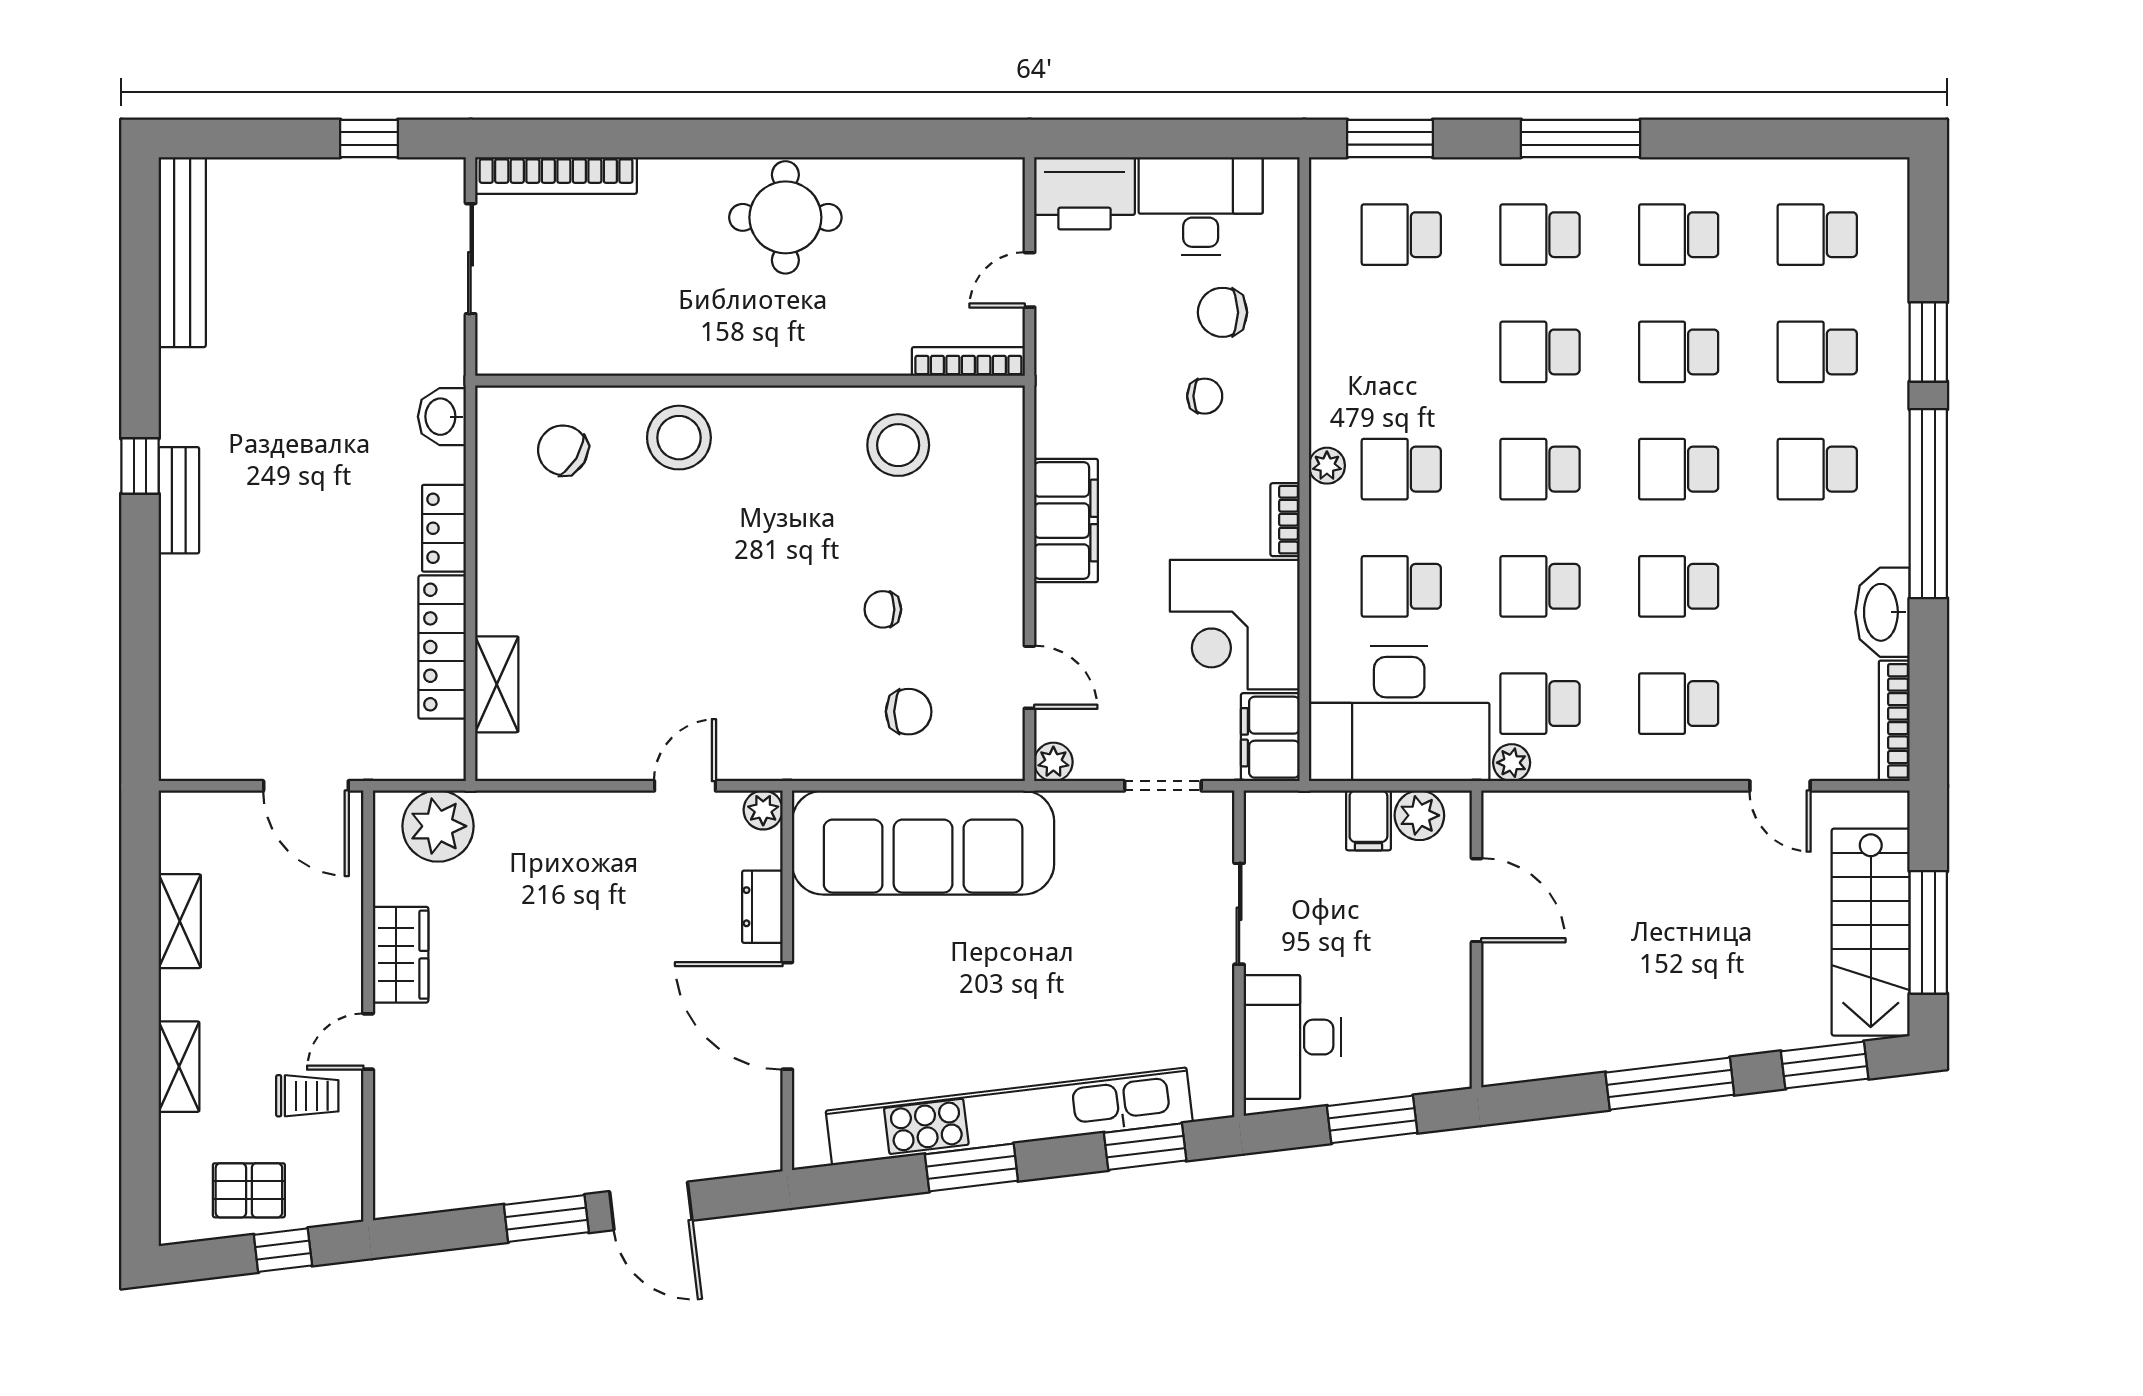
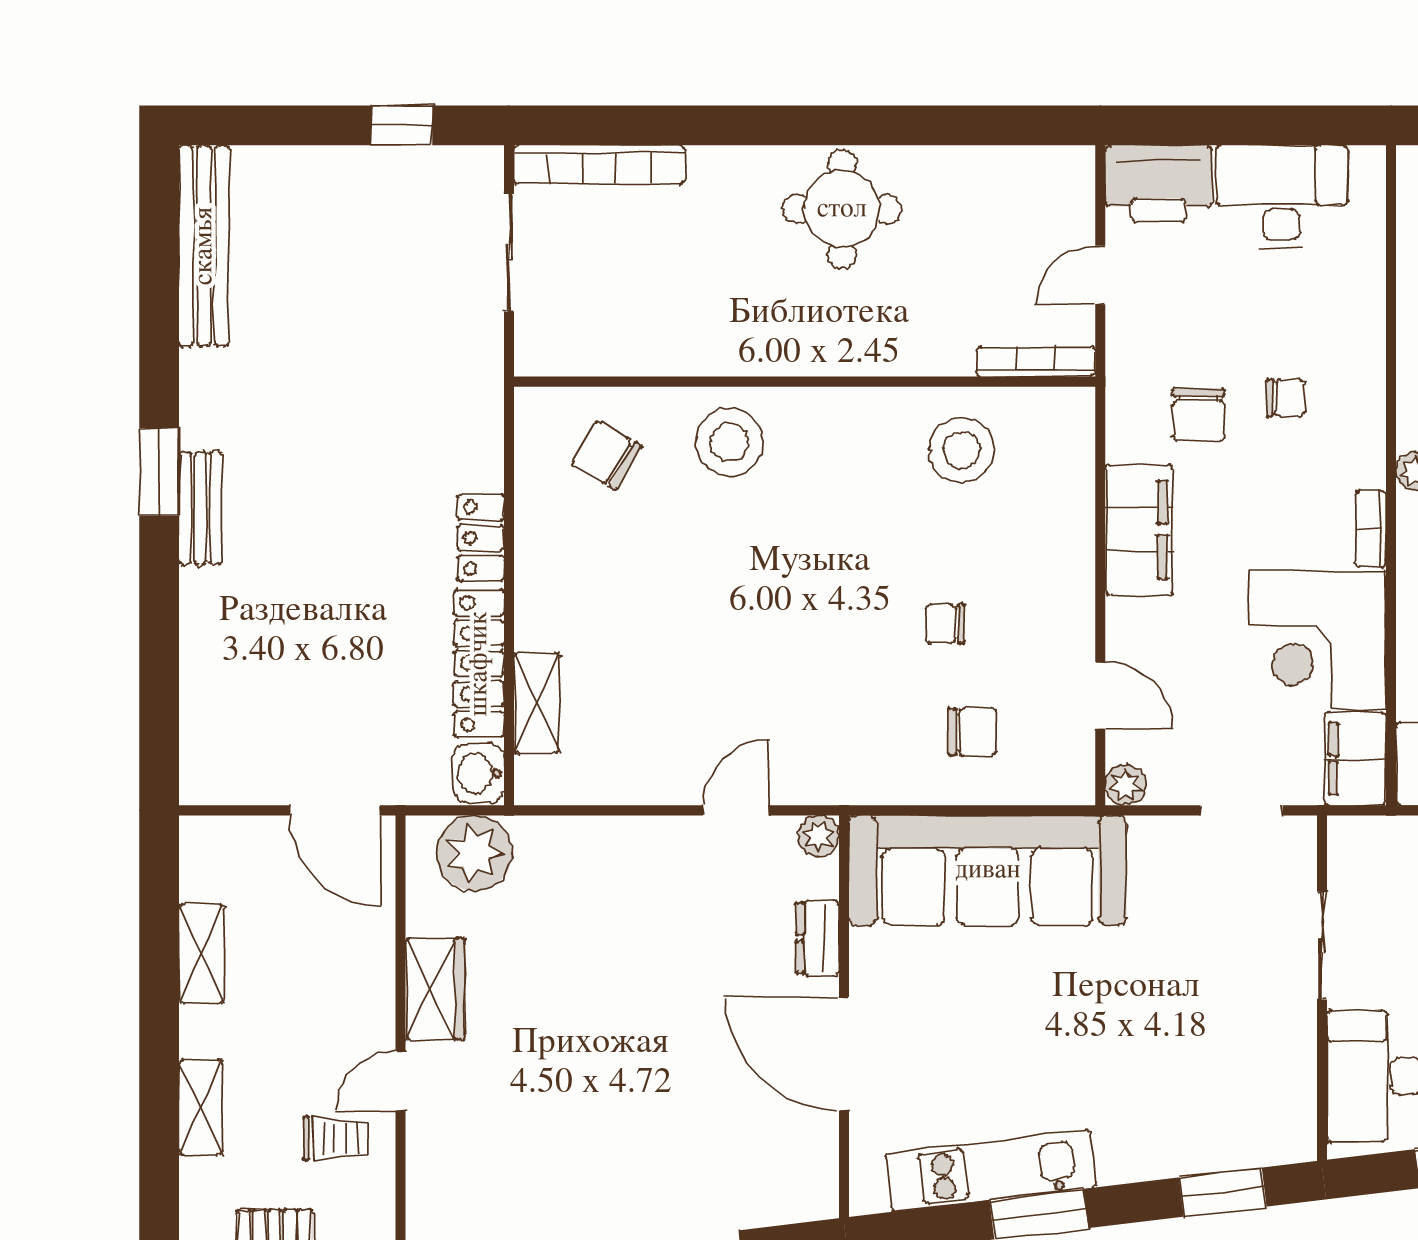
chair: (1222, 312) -> (1199, 414), moved, turned -90
washbasin: (442, 417) -> (479, 773), moved
window: (140, 466) -> (159, 472), width x1.50
kitchen unit: (1009, 1116) -> (991, 1171), width x0.54

